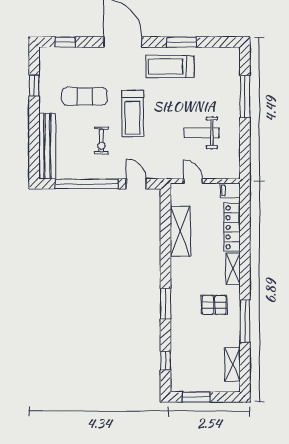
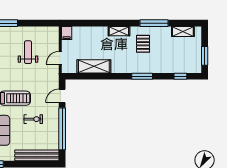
weight bench: (202, 133) -> (28, 52), turned 180
locker: (232, 227) -> (91, 32), removed

